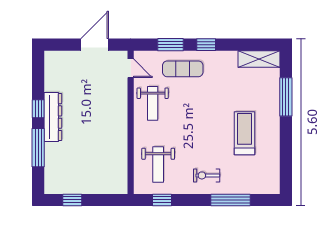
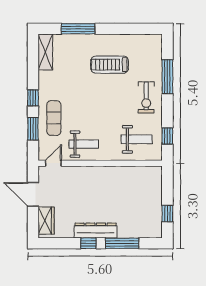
wardrobe: (64, 60) -> (46, 221), added
exercise bike: (207, 175) -> (146, 97), width x1.38, depth x1.39

